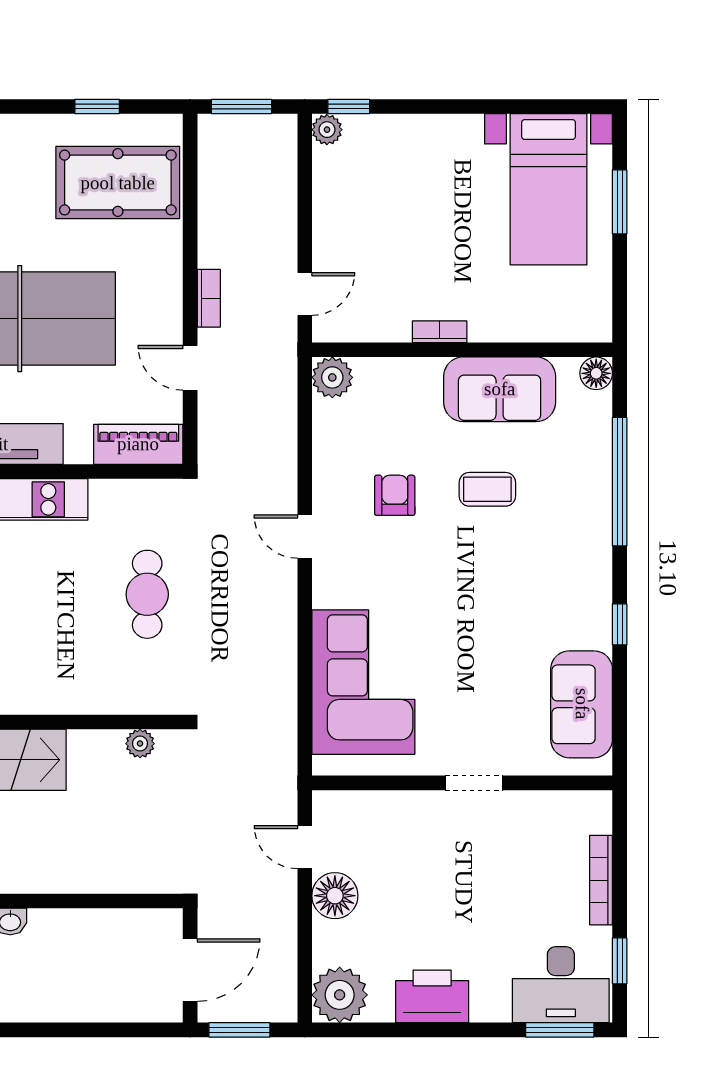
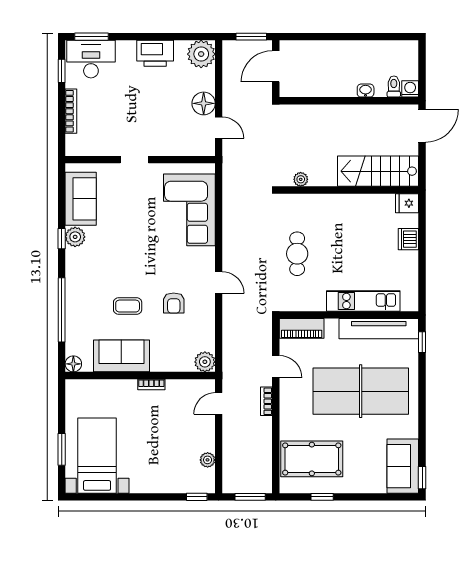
plant: (327, 130) -> (208, 460), moved
plant: (593, 628) -> (75, 237), added

